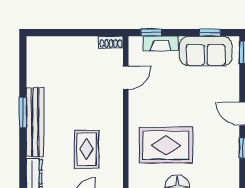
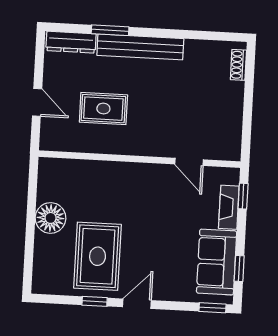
shoe rack: (111, 42) -> (238, 65), moved
window: (23, 113) -> (110, 30), moved
rug: (166, 145) -> (98, 256), moved

